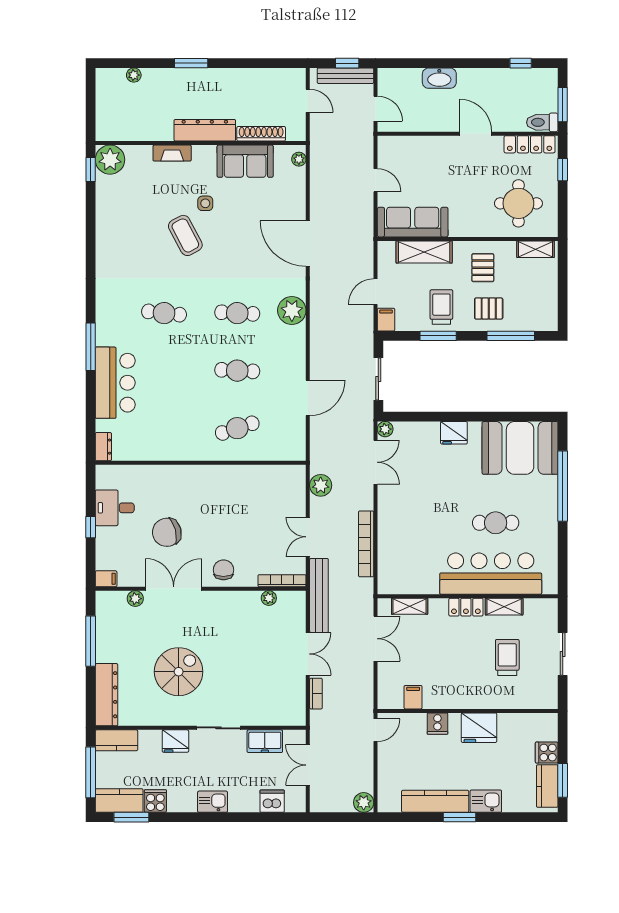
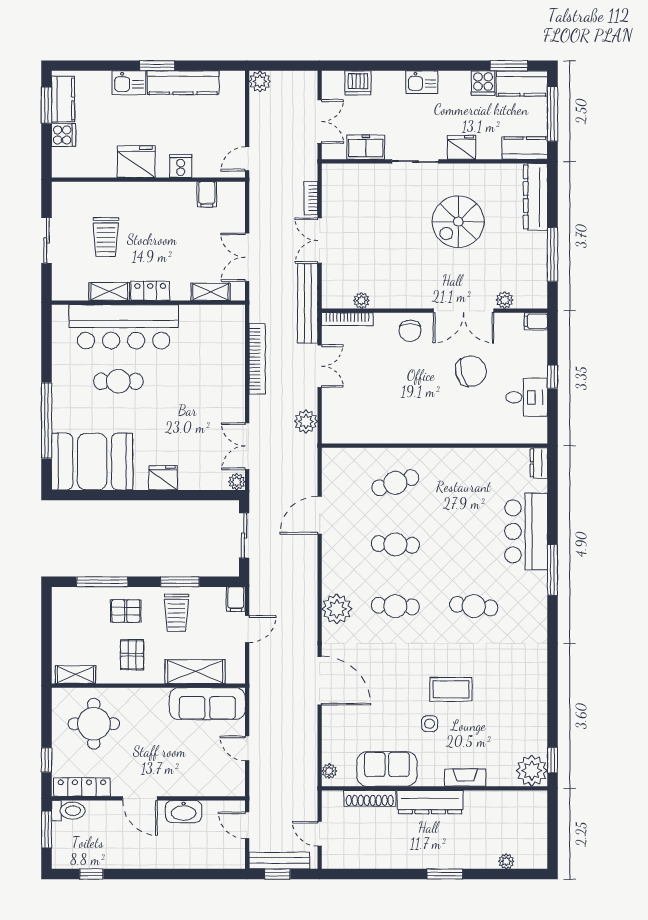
washbasin: (439, 78) -> (184, 812), moved, turned 180
coffee table: (185, 235) -> (451, 689), turned -62

